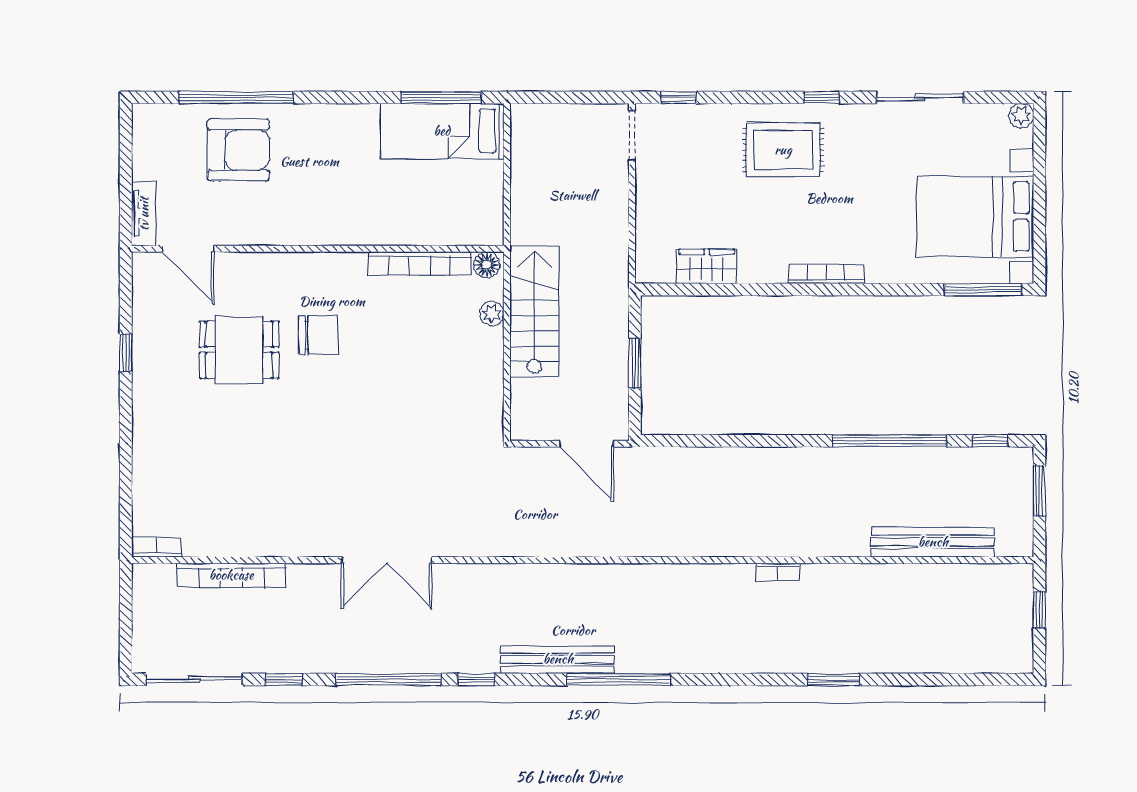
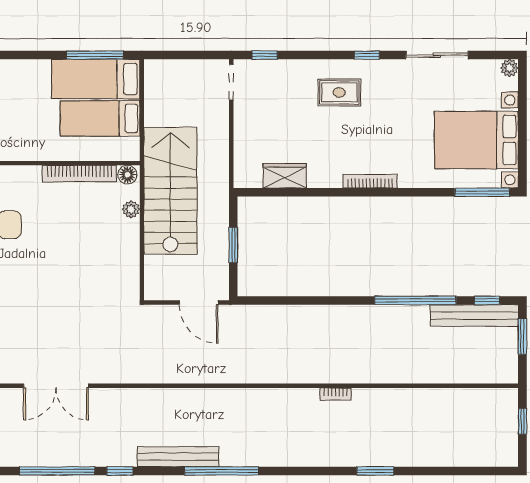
rug: (783, 150) -> (339, 92), width x0.73, depth x0.70
bed: (448, 186) -> (100, 118), added
stairs: (534, 311) -> (170, 191), width x1.36, depth x1.51
bench: (933, 542) -> (474, 316), moved

